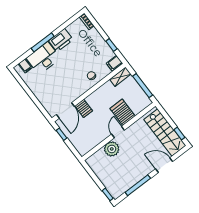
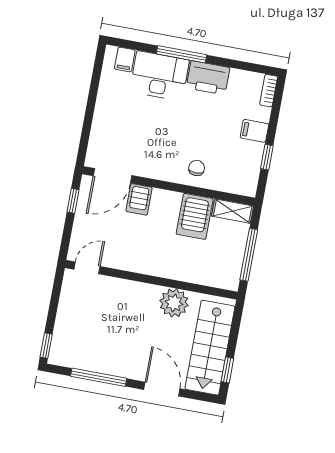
filing cabinet: (114, 63) -> (254, 131), moved
server rack: (123, 112) -> (195, 216), moved, turned 180
door: (118, 132) -> (87, 268), moved
plant: (112, 149) -> (174, 303), moved

